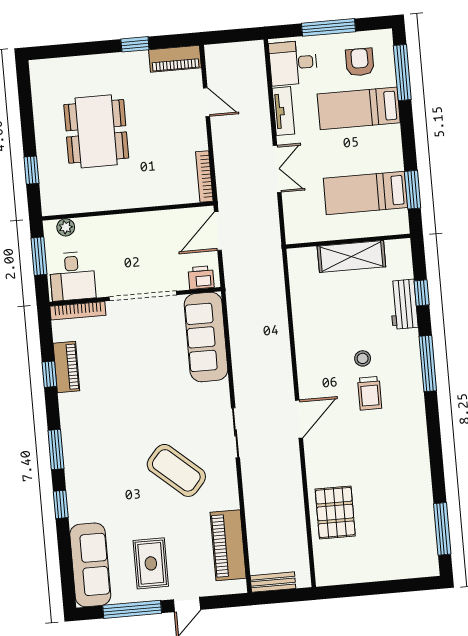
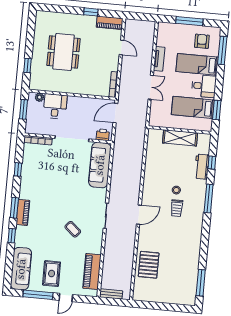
desk: (293, 63) -> (204, 86), moved, turned 180
desk: (72, 276) -> (55, 106), moved, turned 180
piano: (66, 367) -> (23, 212), moved
coffee table: (176, 470) -> (73, 229), width x0.54, depth x0.58

